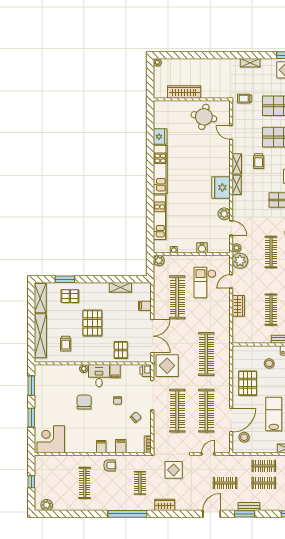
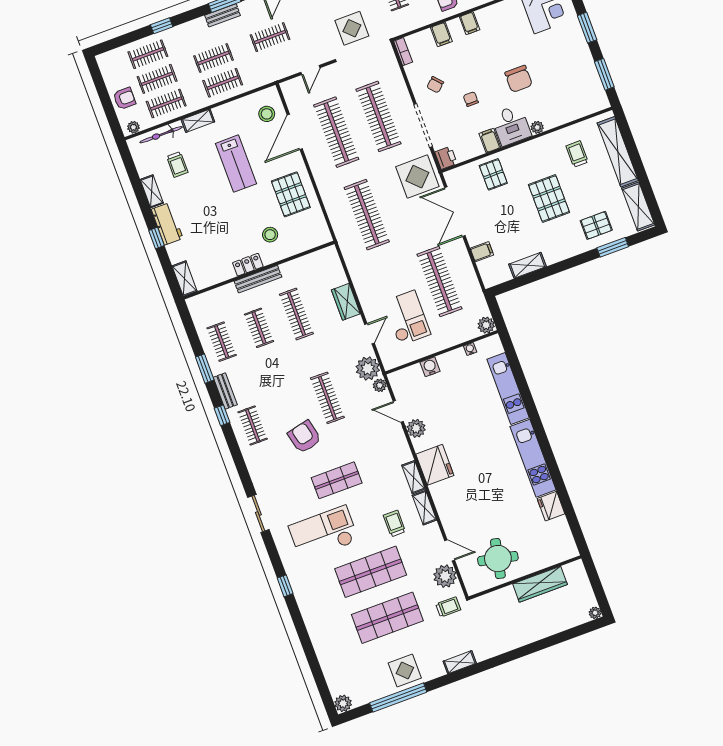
plant: (240, 118) -> (445, 576), added

